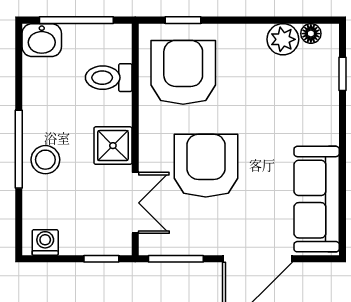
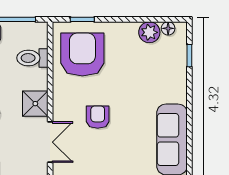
armchair: (206, 166) -> (98, 117), width x0.53, depth x0.53

